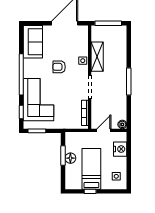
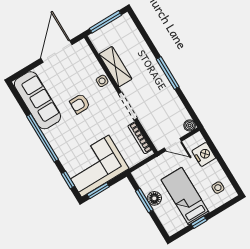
sofa: (33, 42) -> (37, 100), width x1.36
corner sofa: (38, 100) -> (95, 166), moved, turned -90
door: (104, 130) -> (173, 145), swing flipped

